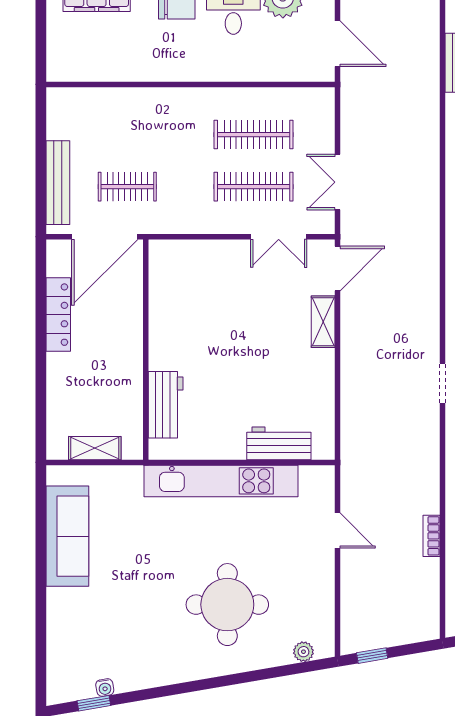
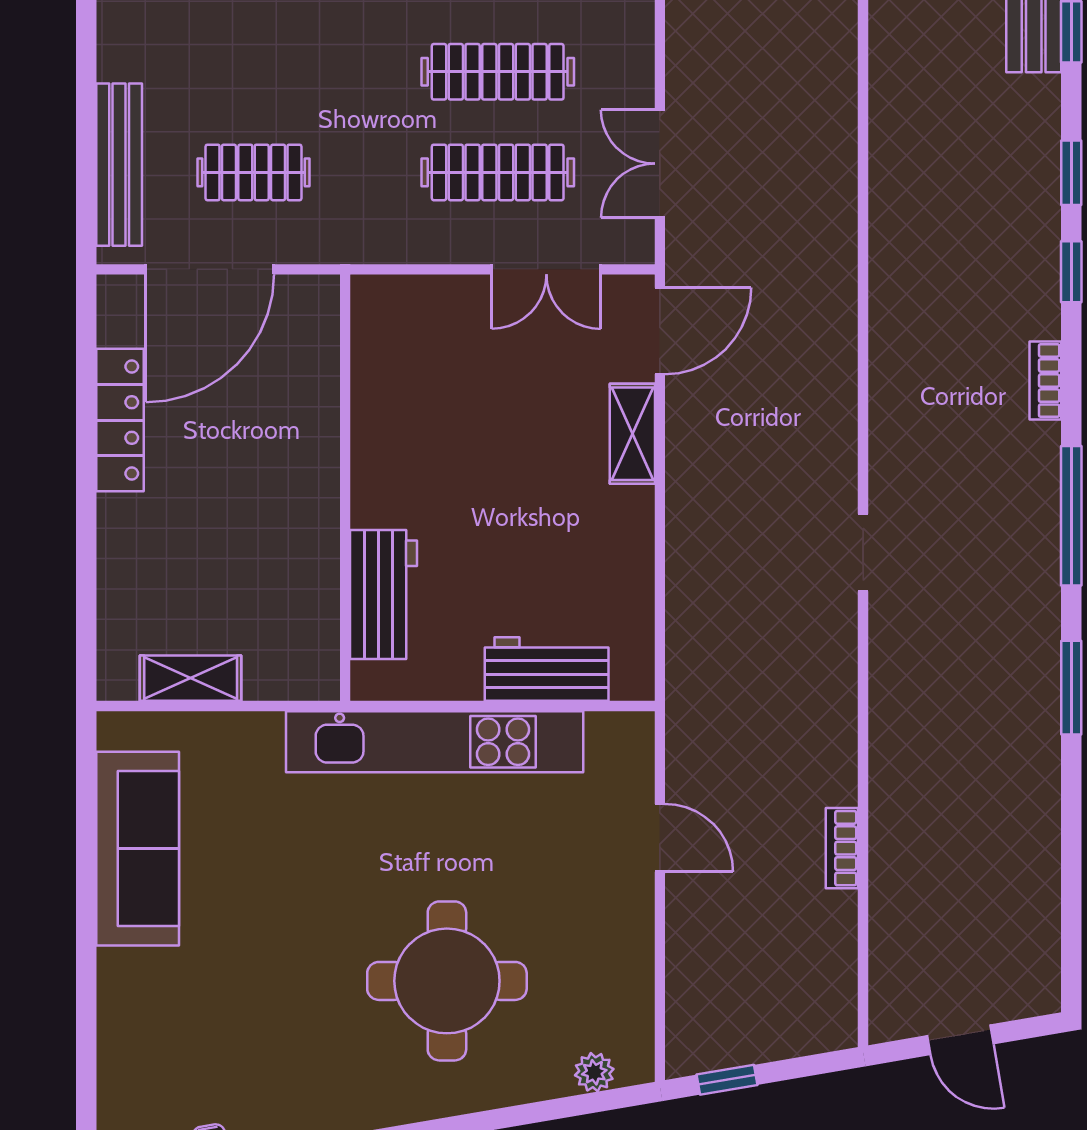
wall: (146, 350) -> (345, 488), moved
workbench: (166, 405) -> (384, 595), moved

